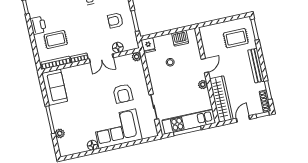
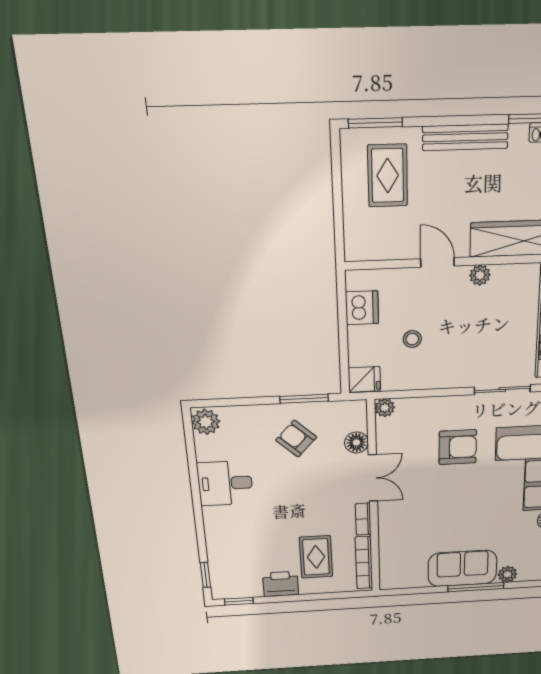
armchair: (115, 20) -> (296, 439), turned 133
sofa: (55, 87) -> (462, 568), moved

